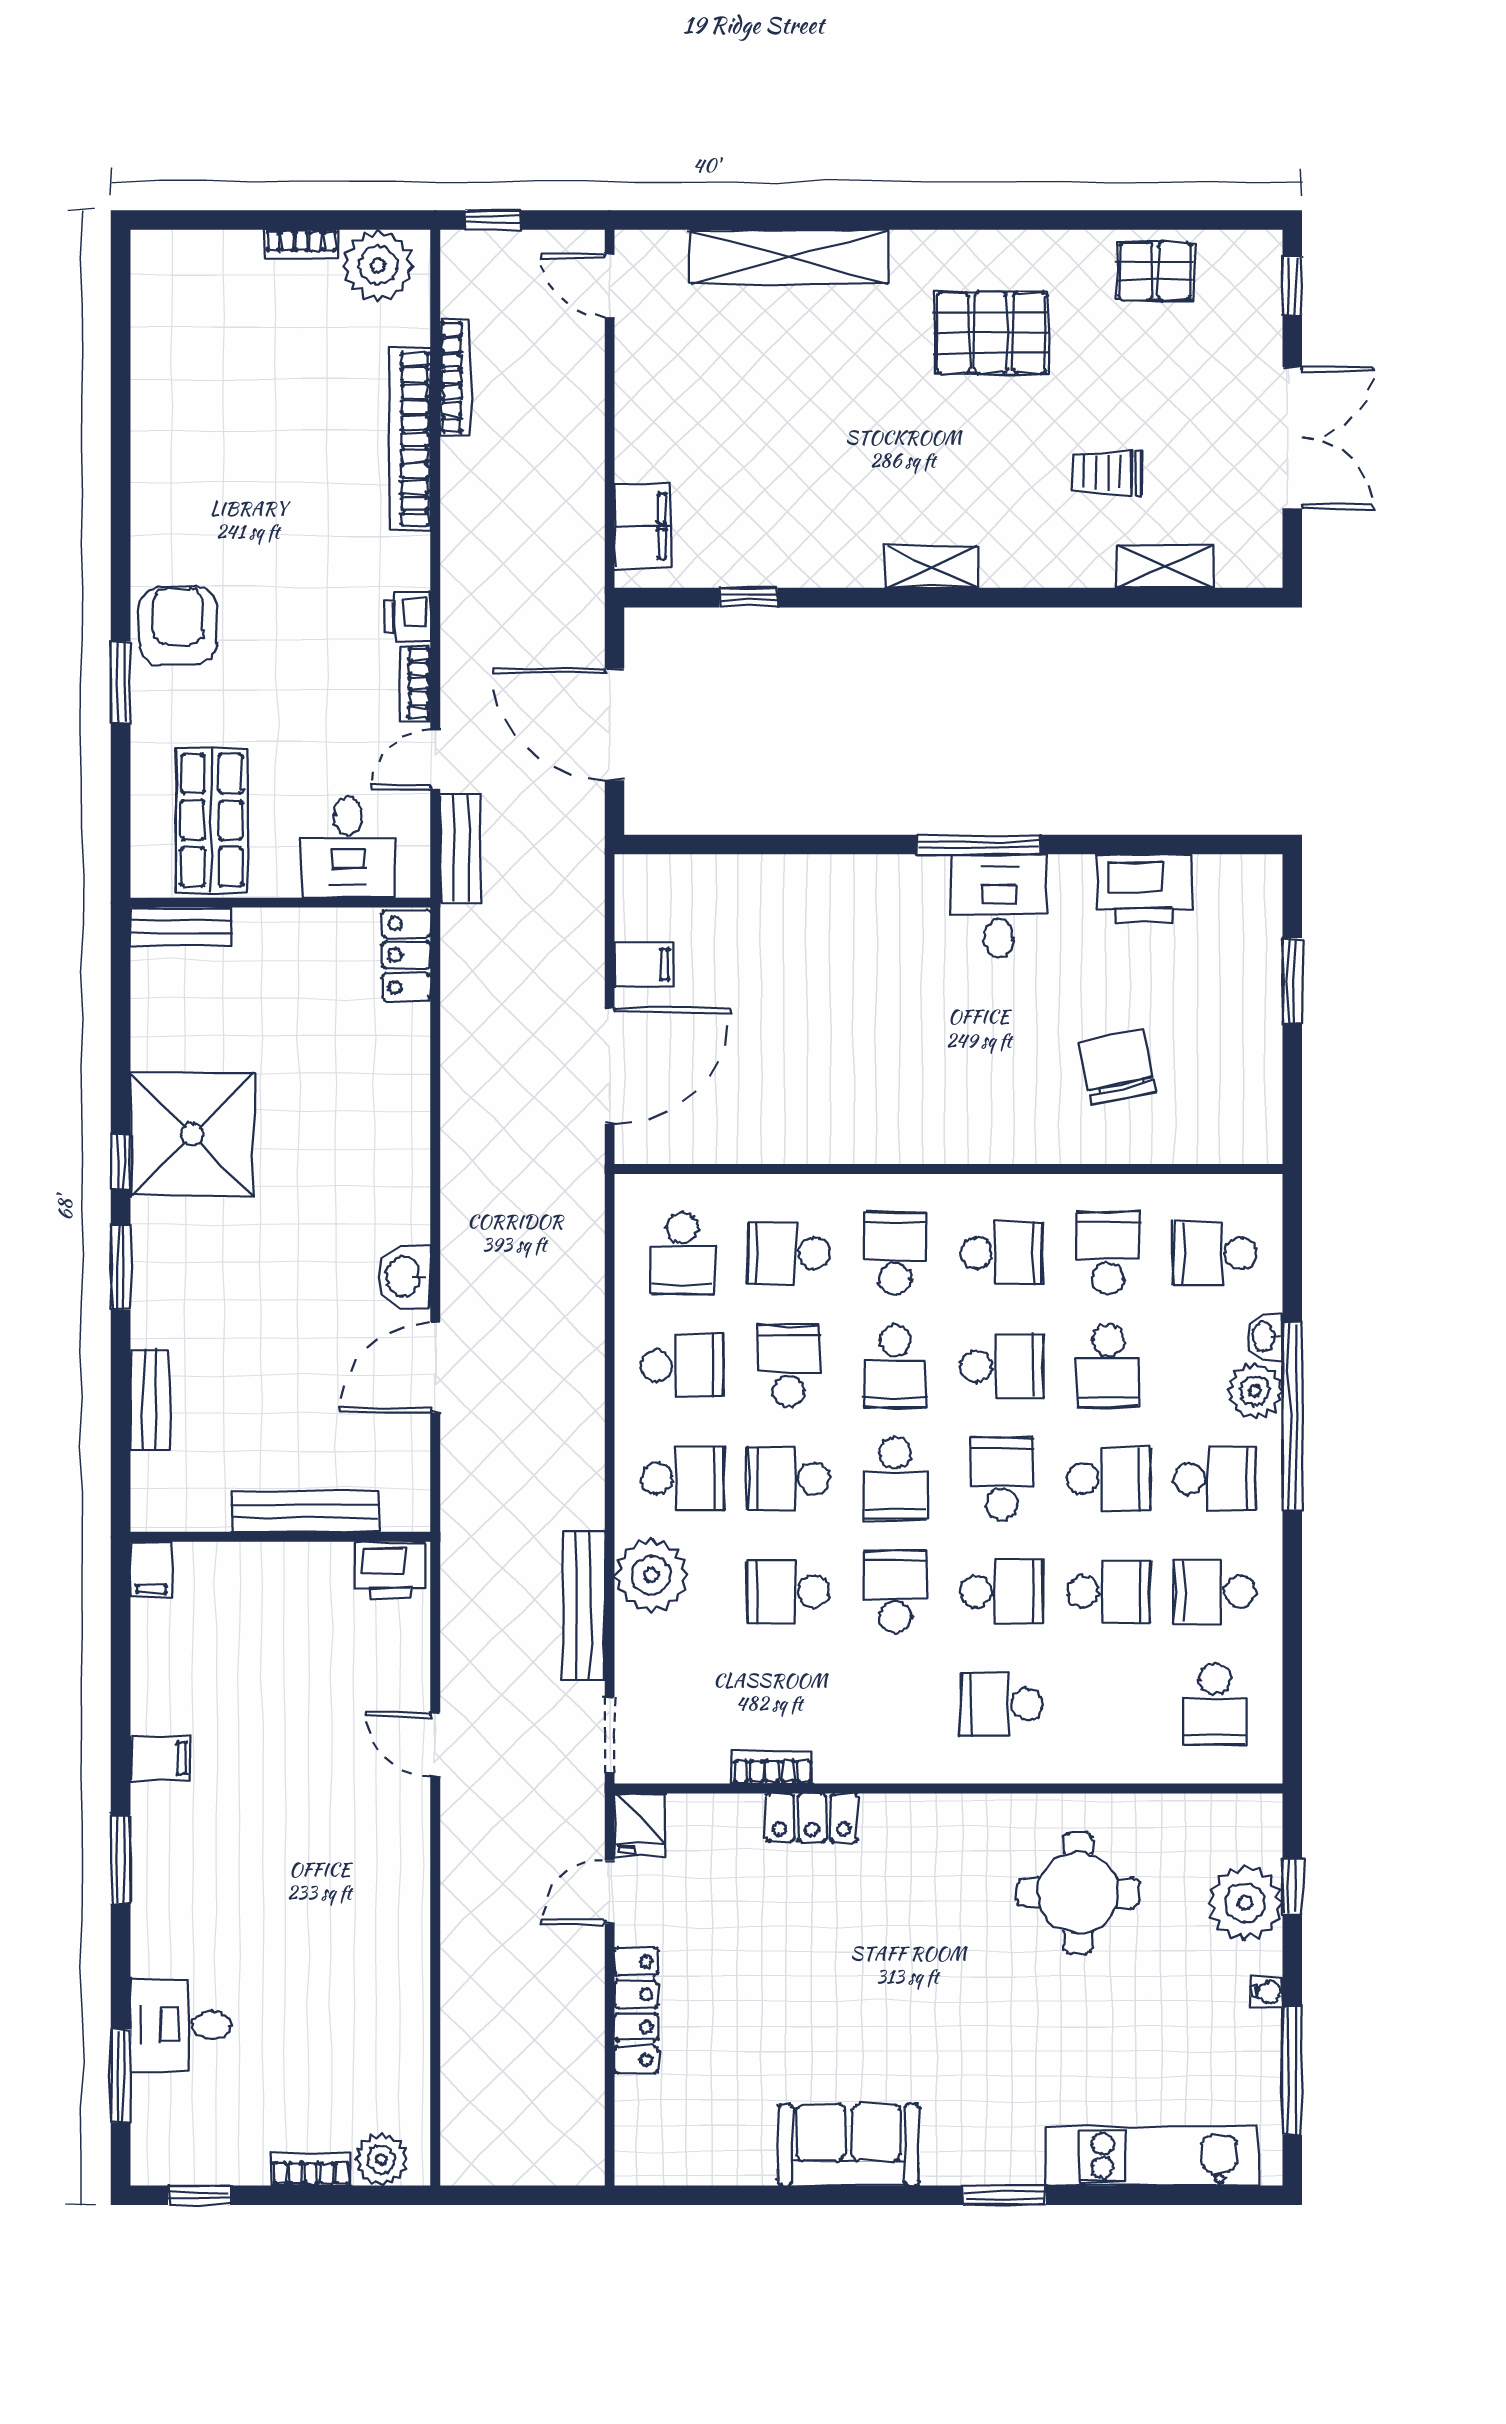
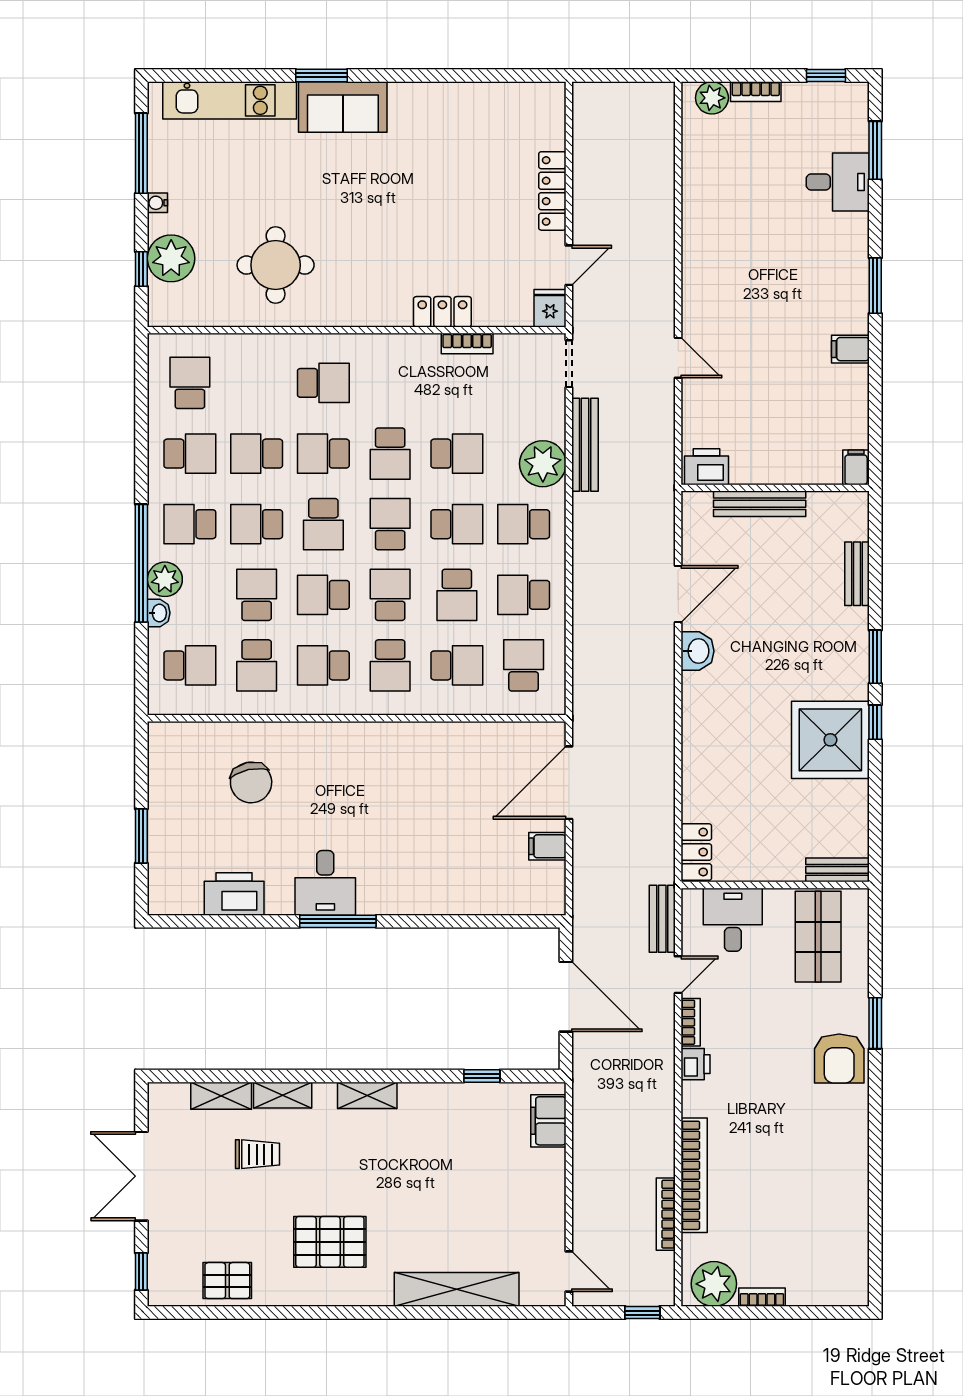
shelving: (1067, 567) -> (283, 1095), added
sofa: (848, 2145) -> (343, 107), moved

